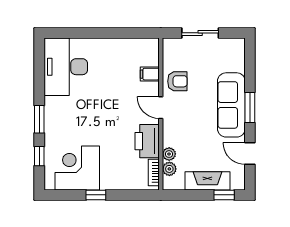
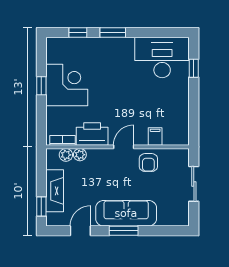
window: (77, 33) -> (194, 68), added
corner desk: (77, 168) -> (67, 85), moved

